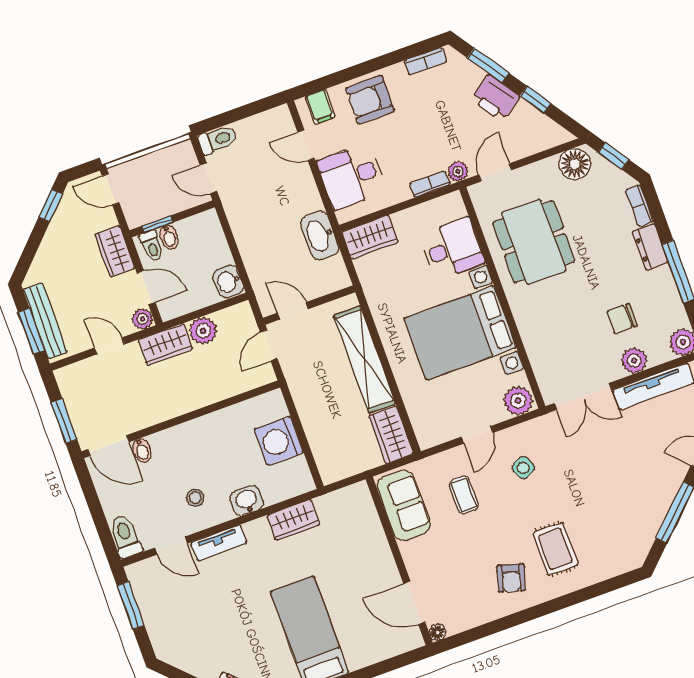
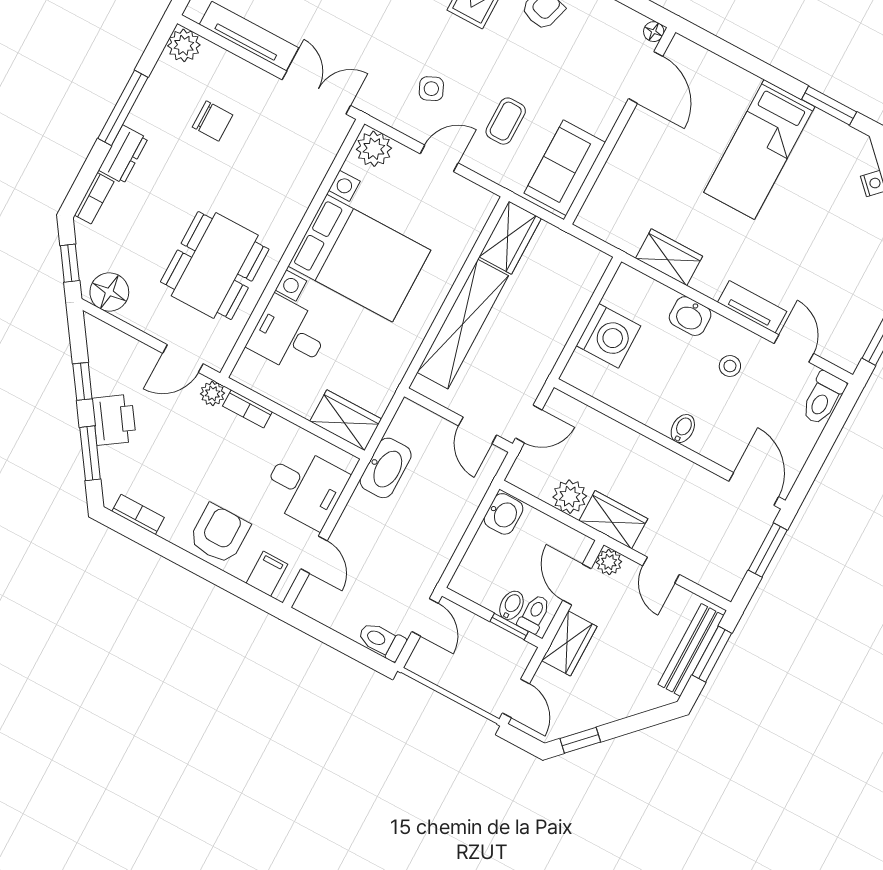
armchair: (370, 100) -> (219, 534), turned -90
plant: (634, 360) -> (241, 75), removed
bidet: (142, 450) -> (683, 429), moved

